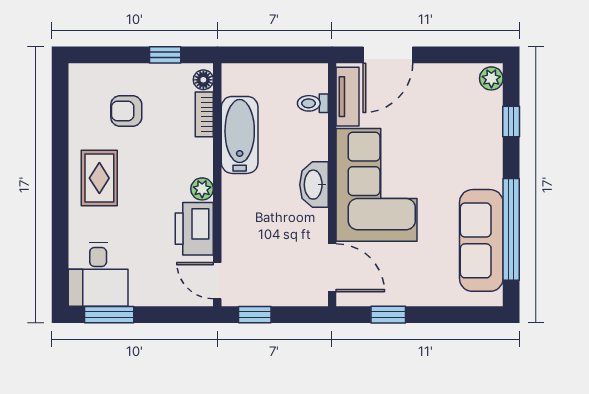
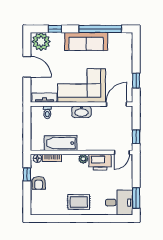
door: (388, 55) -> (27, 67), moved
plant: (491, 78) -> (41, 42), width x1.88, depth x1.88
armchair: (126, 111) -> (39, 183), moved
sofa: (481, 240) -> (86, 41), moved

